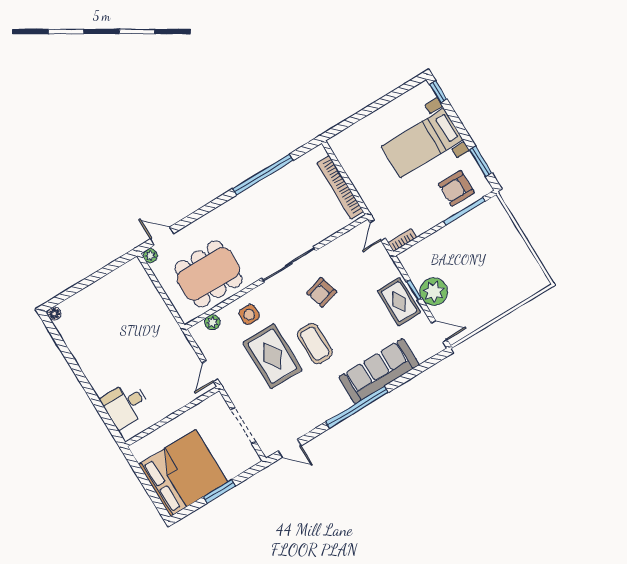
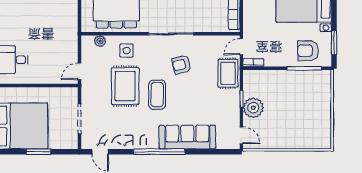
rug: (399, 302) -> (228, 73), moved

